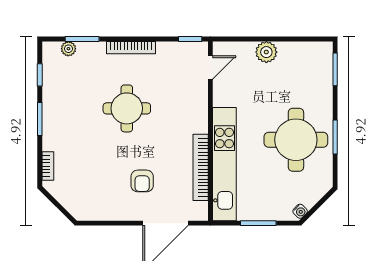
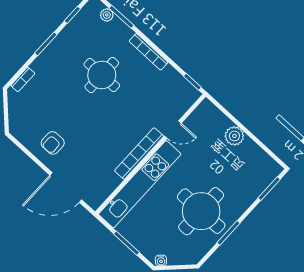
door: (210, 67) -> (173, 130), moved
round table: (127, 108) -> (102, 75), moved
bookcase: (201, 167) -> (139, 153), moved
armchair: (142, 181) -> (53, 143), moved

